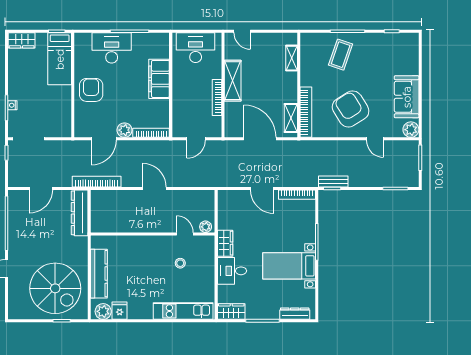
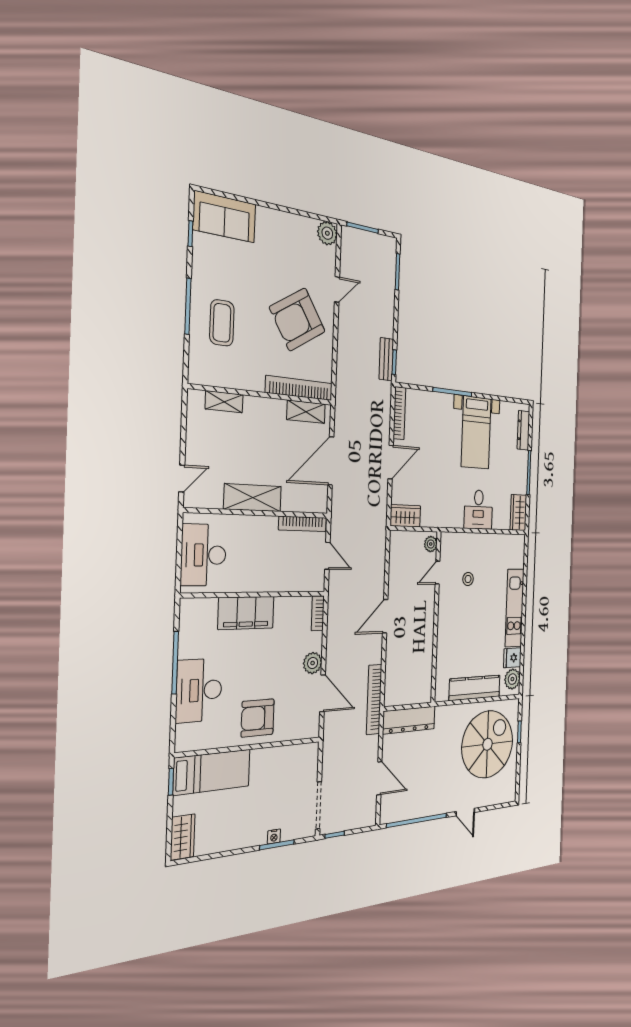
coffee table: (341, 55) -> (222, 323), turned 71
bookcase: (217, 97) -> (303, 524), moved
sofa: (407, 97) -> (225, 217), moved
bookcase: (151, 133) -> (318, 613), width x0.64
wardrobe: (225, 243) -> (405, 516), moved
kitchen unit: (183, 311) -> (515, 608), moved

